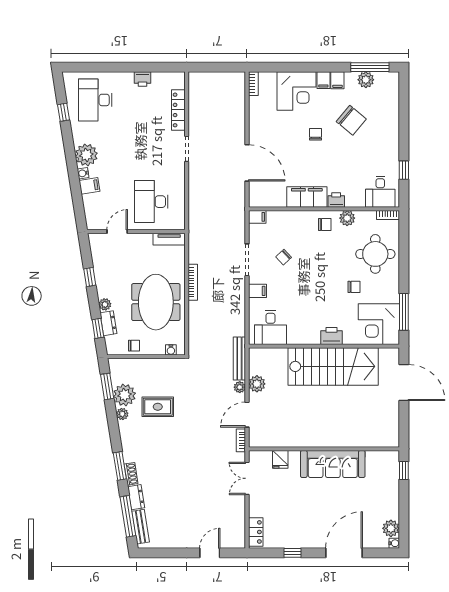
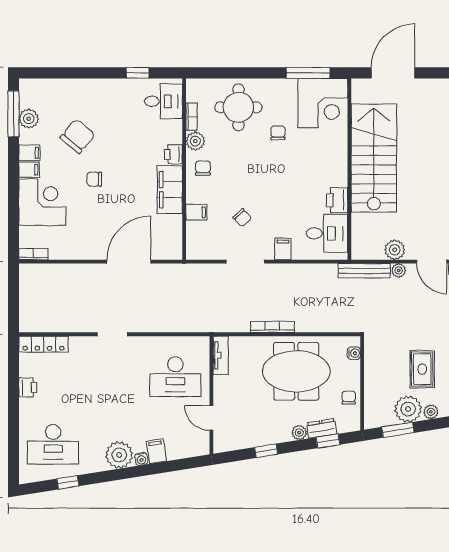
locker: (178, 110) -> (43, 344), moved
bookcase: (388, 215) -> (191, 117), moved
filing cabinet: (257, 217) -> (196, 212), moved, turned 90
printer: (331, 336) -> (337, 200), moved

